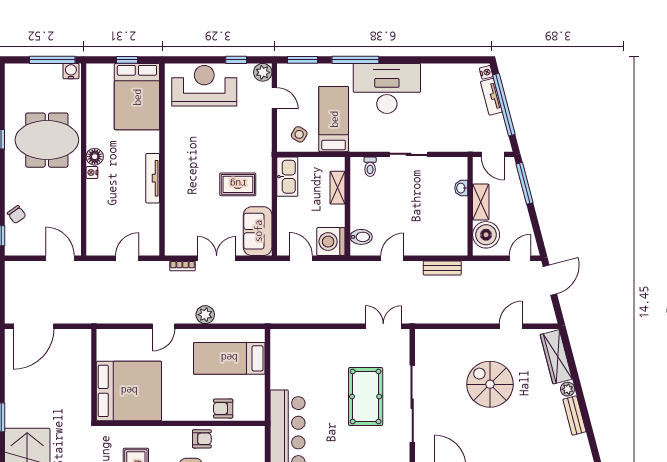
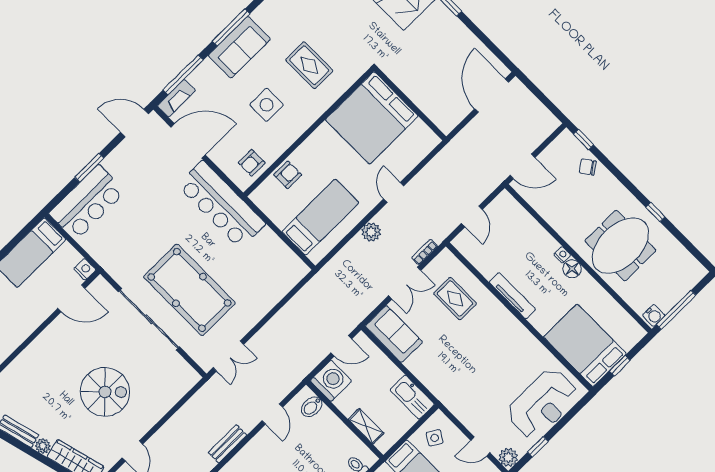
rug: (238, 184) -> (455, 299), moved, turned 90
pool table: (366, 397) -> (189, 290), width x1.36, depth x1.32
armchair: (202, 439) -> (252, 163), moved

